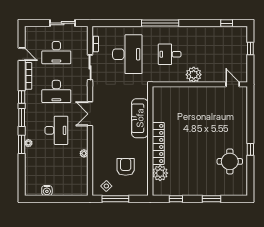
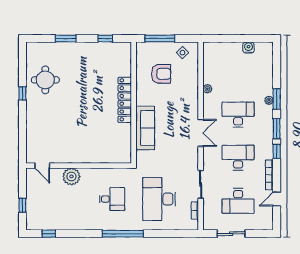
desk: (56, 53) -> (238, 201), turned 180
door: (22, 54) -> (277, 199), hinge flipped
plant: (194, 75) -> (71, 176), moved
desk: (56, 130) -> (238, 114), turned 90
armchair: (126, 167) -> (161, 74), turned -90
plant: (160, 173) -> (123, 67), removed
window: (115, 199) -> (160, 38), moved

